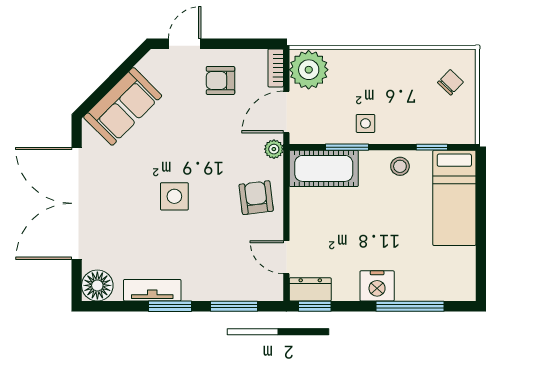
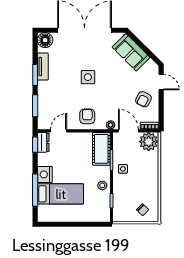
armchair: (220, 80) -> (144, 99), turned -153
armchair: (256, 198) -> (87, 116), turned -83
bed: (454, 198) -> (61, 194), moved, turned 180

